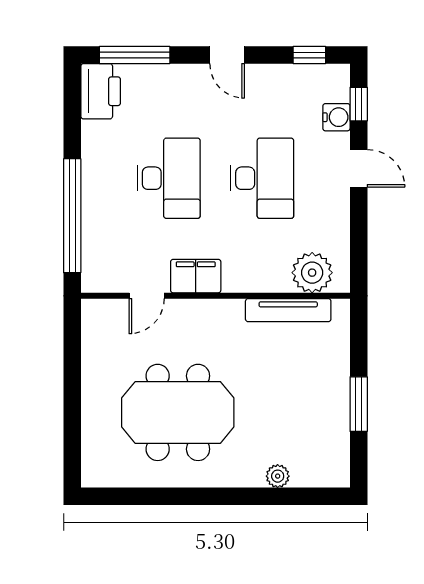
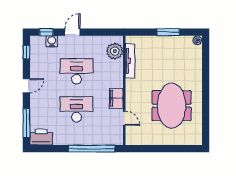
plant: (278, 476) -> (197, 40), moved

